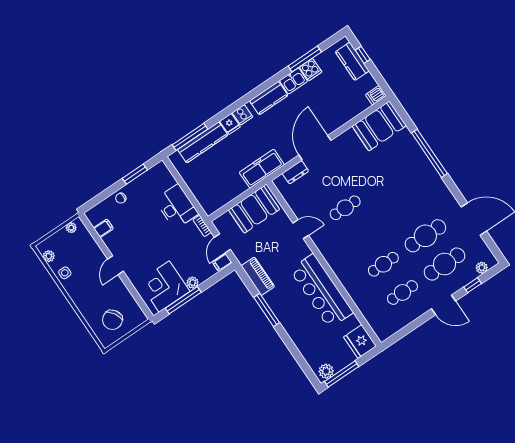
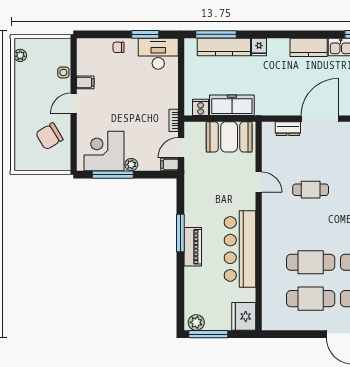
cooker: (242, 115) -> (201, 107), moved, turned 180
freezer: (262, 169) -> (232, 105), moved
desk: (176, 207) -> (158, 54), moved, turned -90
plant: (71, 228) -> (57, 44), removed
filing cabinet: (104, 228) -> (85, 82), moved
cafe table: (383, 264) -> (311, 262), width x1.37, depth x1.35
side table: (65, 273) -> (63, 72), moved
piano: (258, 276) -> (193, 247), moved
cafe table: (402, 292) -> (311, 299), width x1.37, depth x1.35
chair: (112, 320) -> (49, 136), moved

